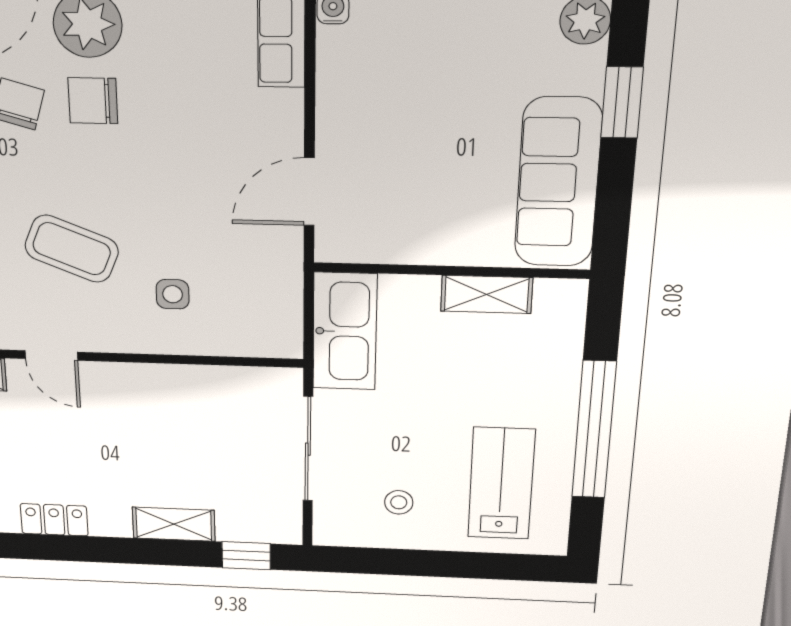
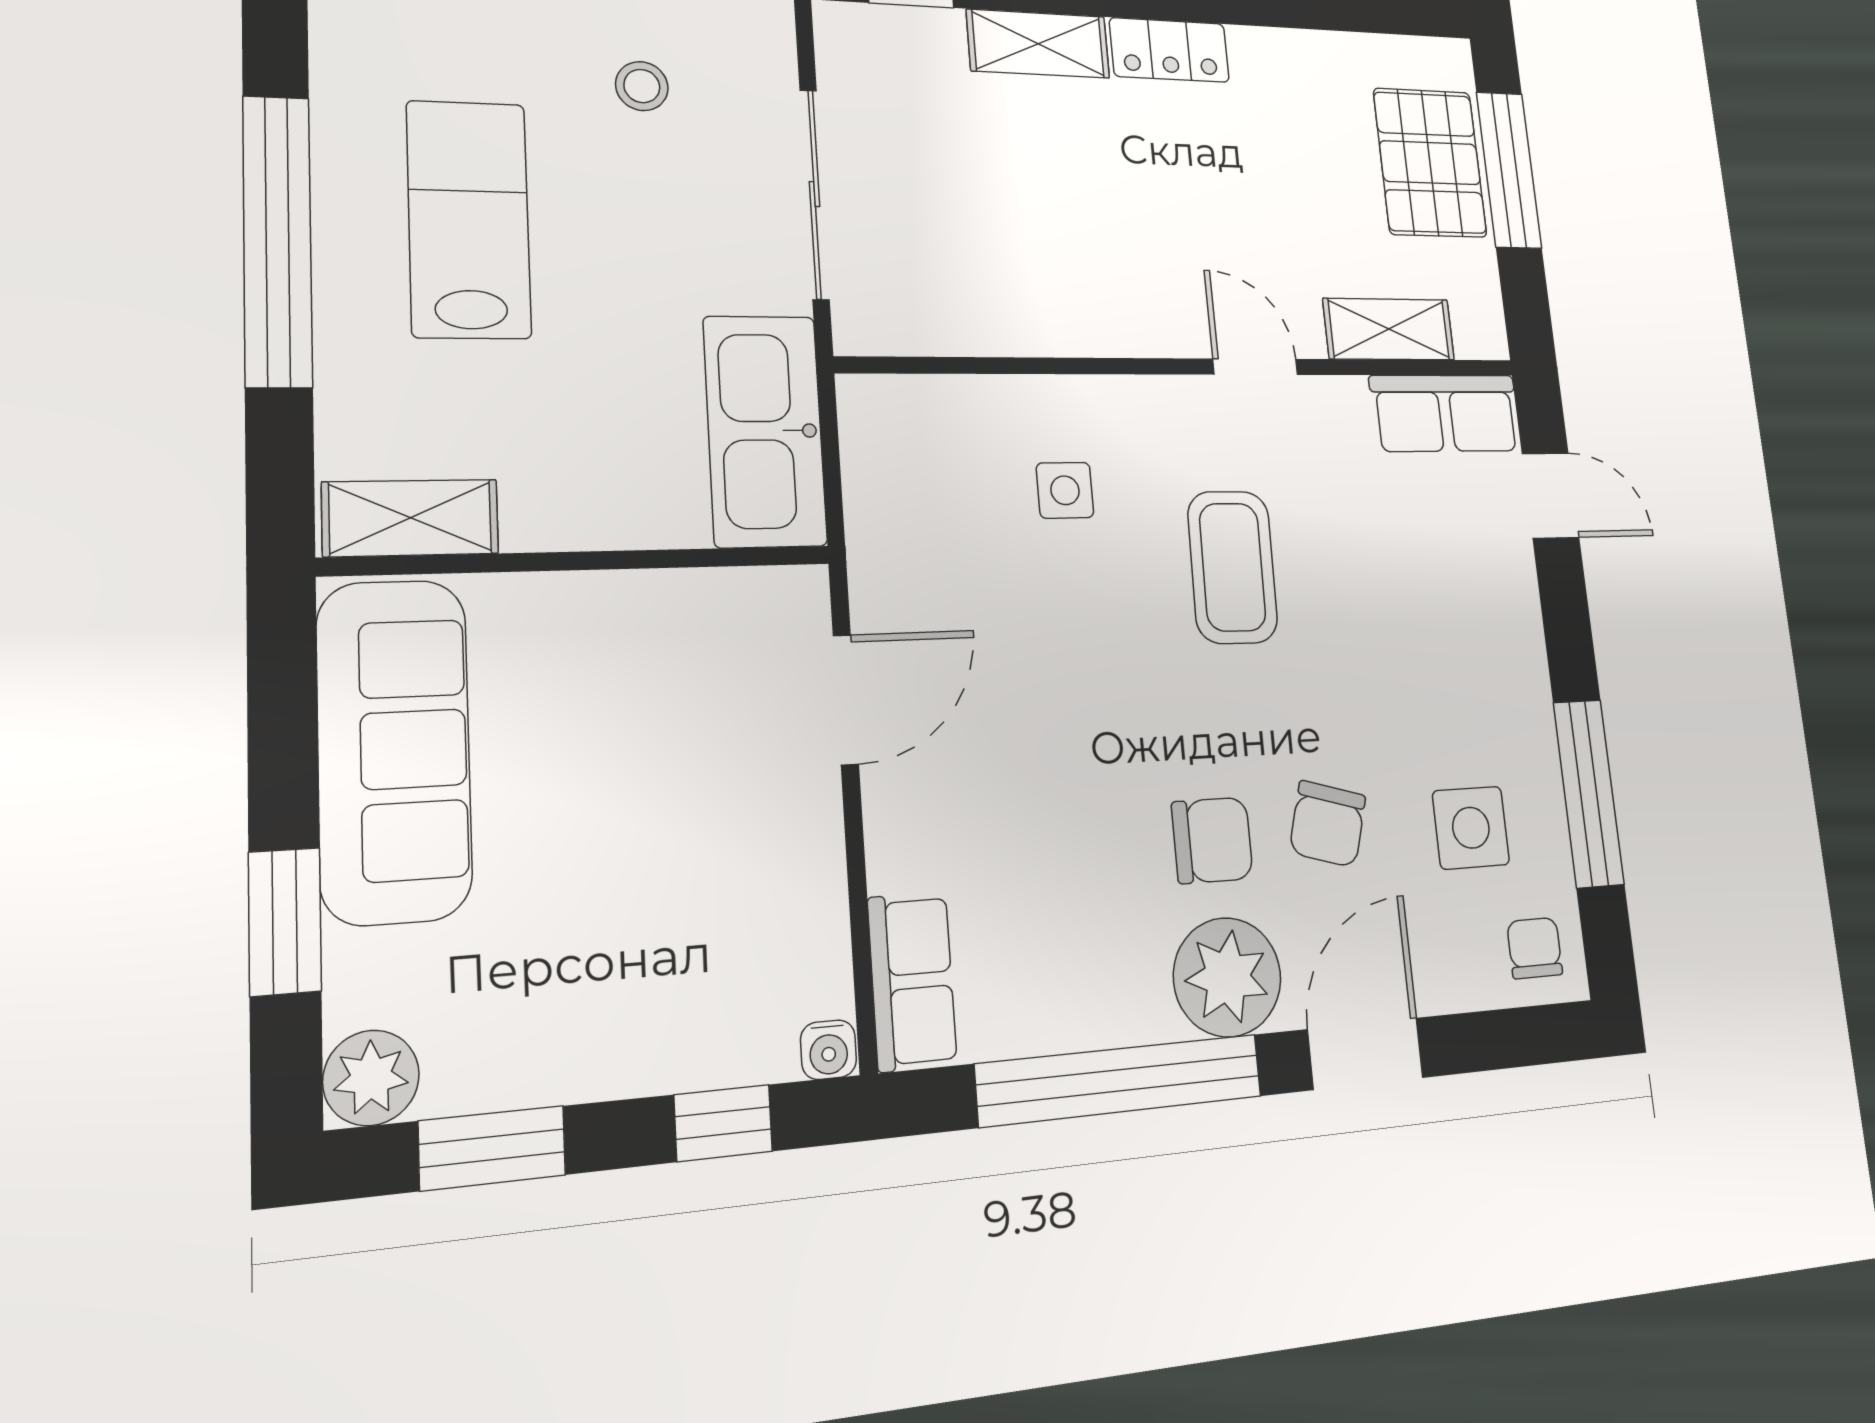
coffee table: (72, 249) -> (1232, 567), turned 69
shelving: (487, 294) -> (411, 518), moved
lab bench: (501, 484) -> (469, 219), moved, turned 180
locker: (54, 520) -> (1169, 50), moved

